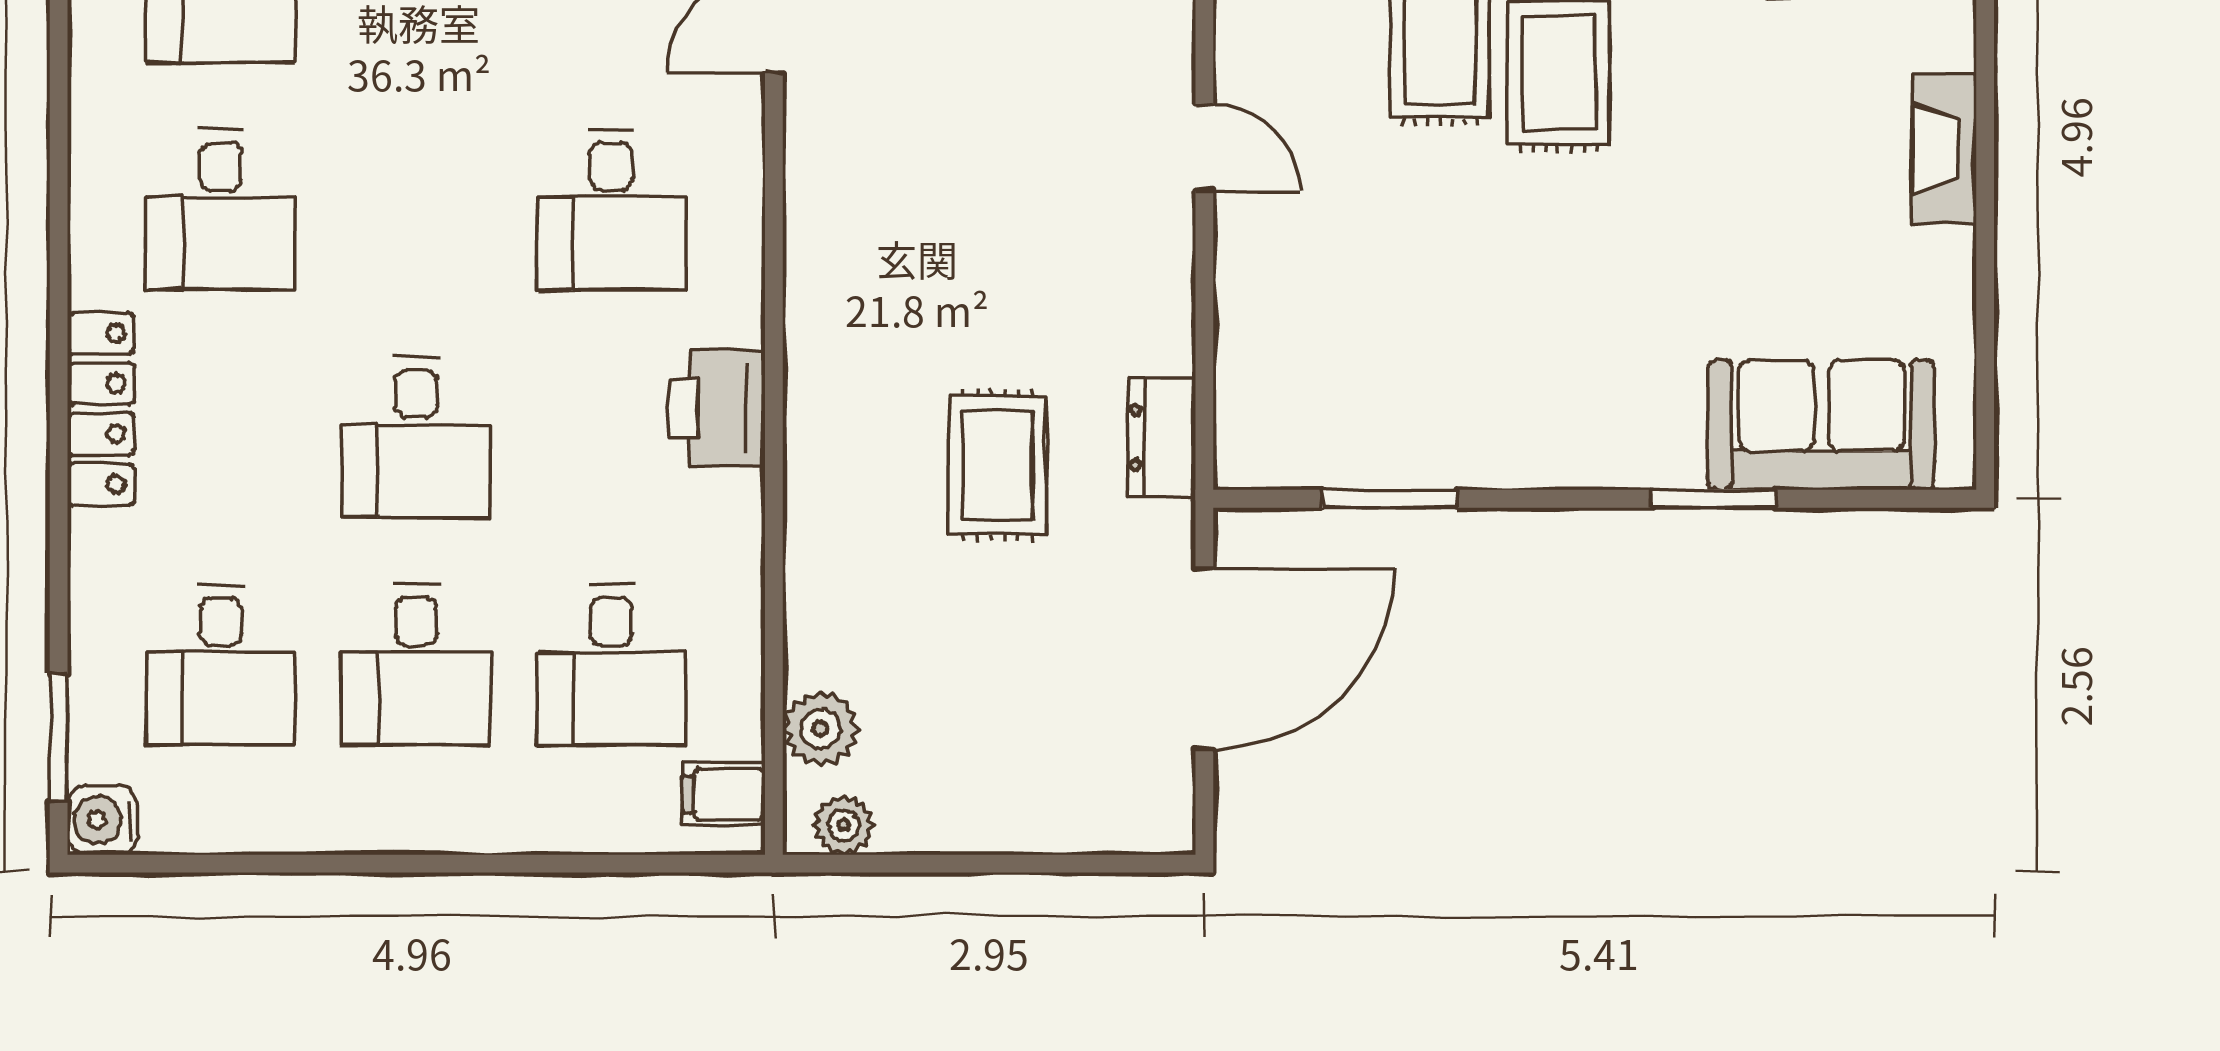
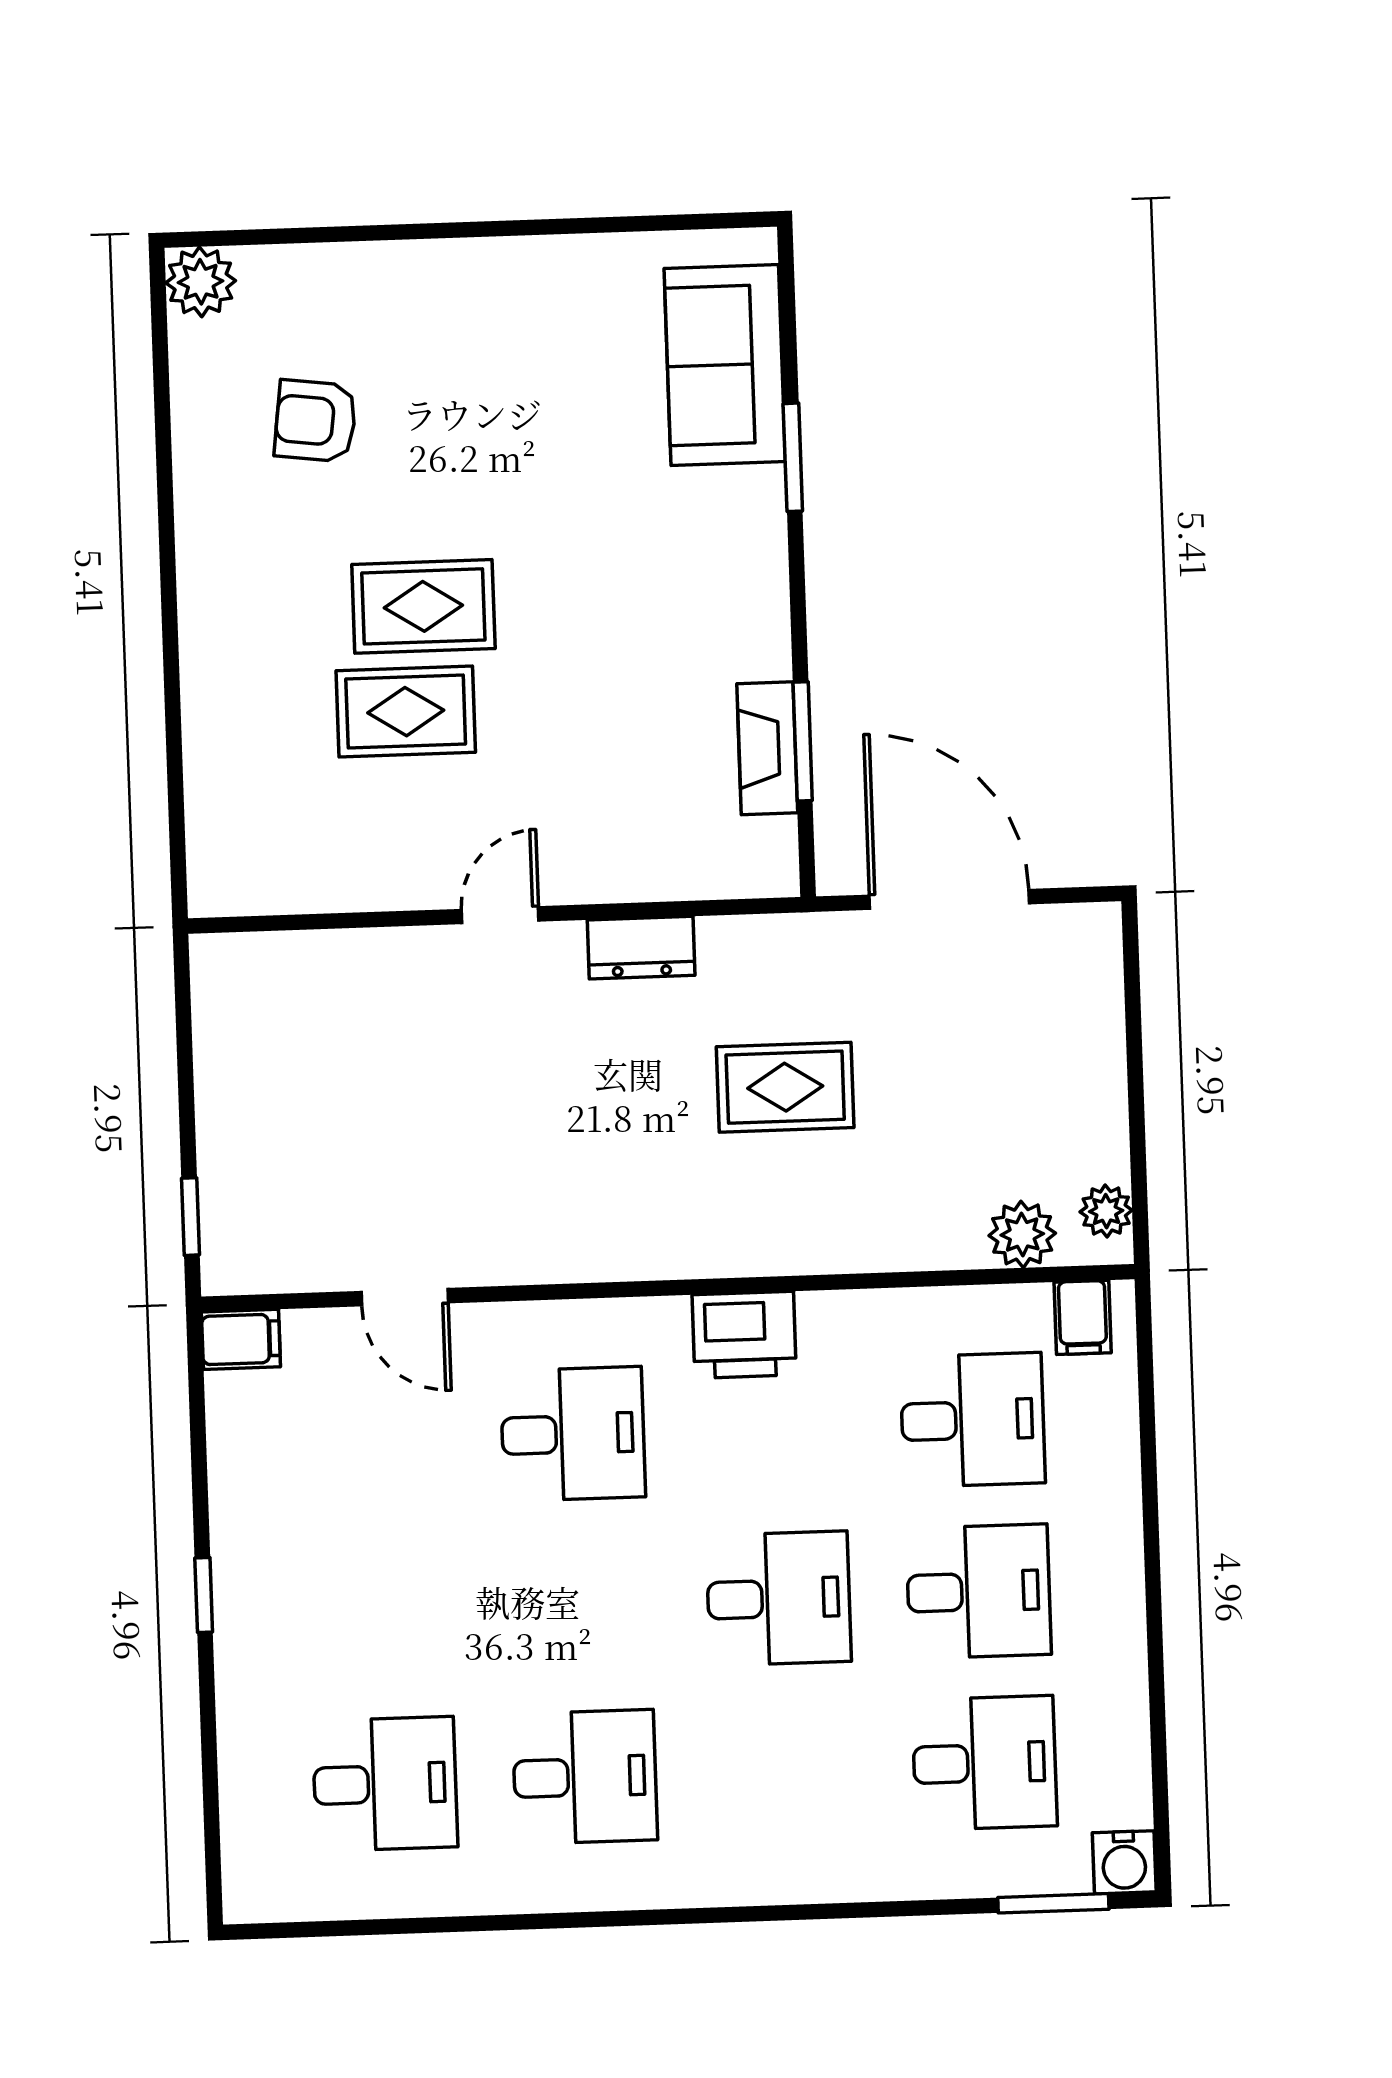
fireplace: (1945, 149) -> (767, 748), moved, turned 90
locker: (101, 409) -> (763, 1876), removed
dresser: (1162, 437) -> (641, 948), moved

